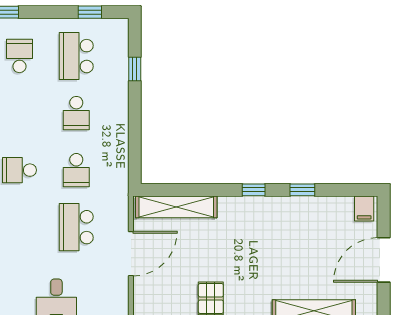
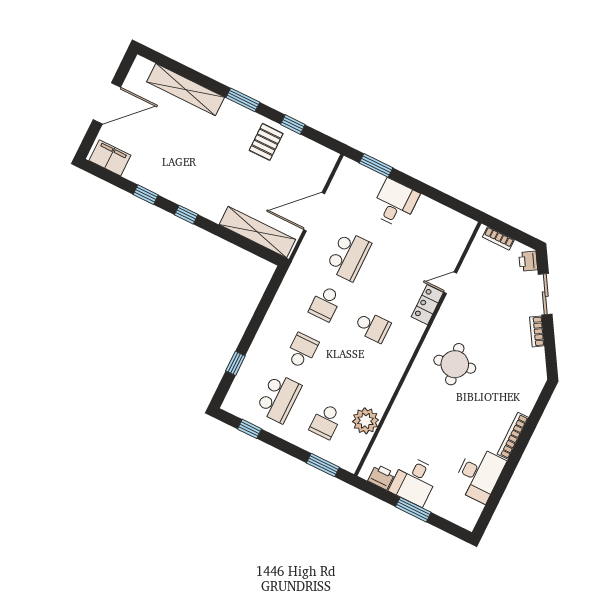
school desk: (76, 170) -> (325, 303), turned 180
filing cabinet: (364, 208) -> (110, 158), width x2.00

